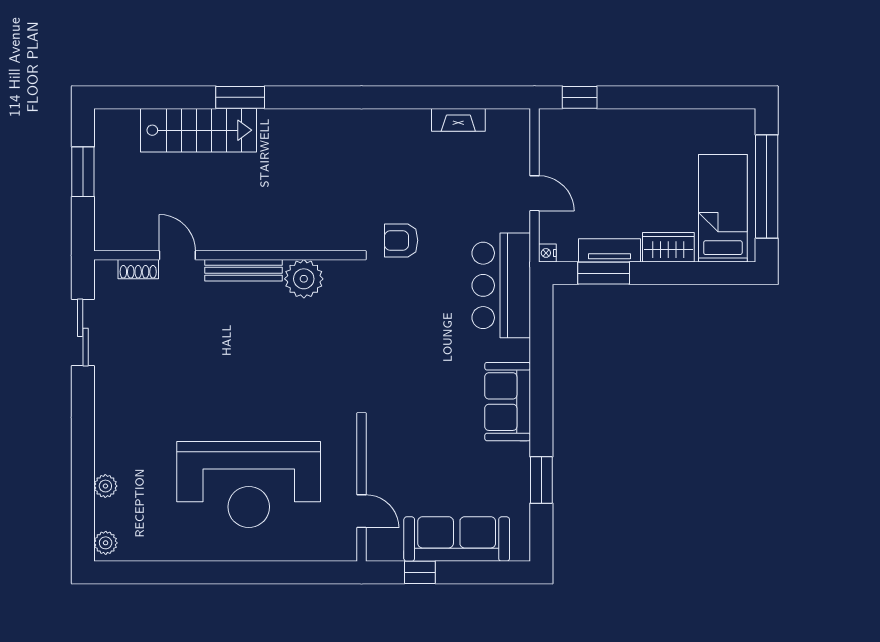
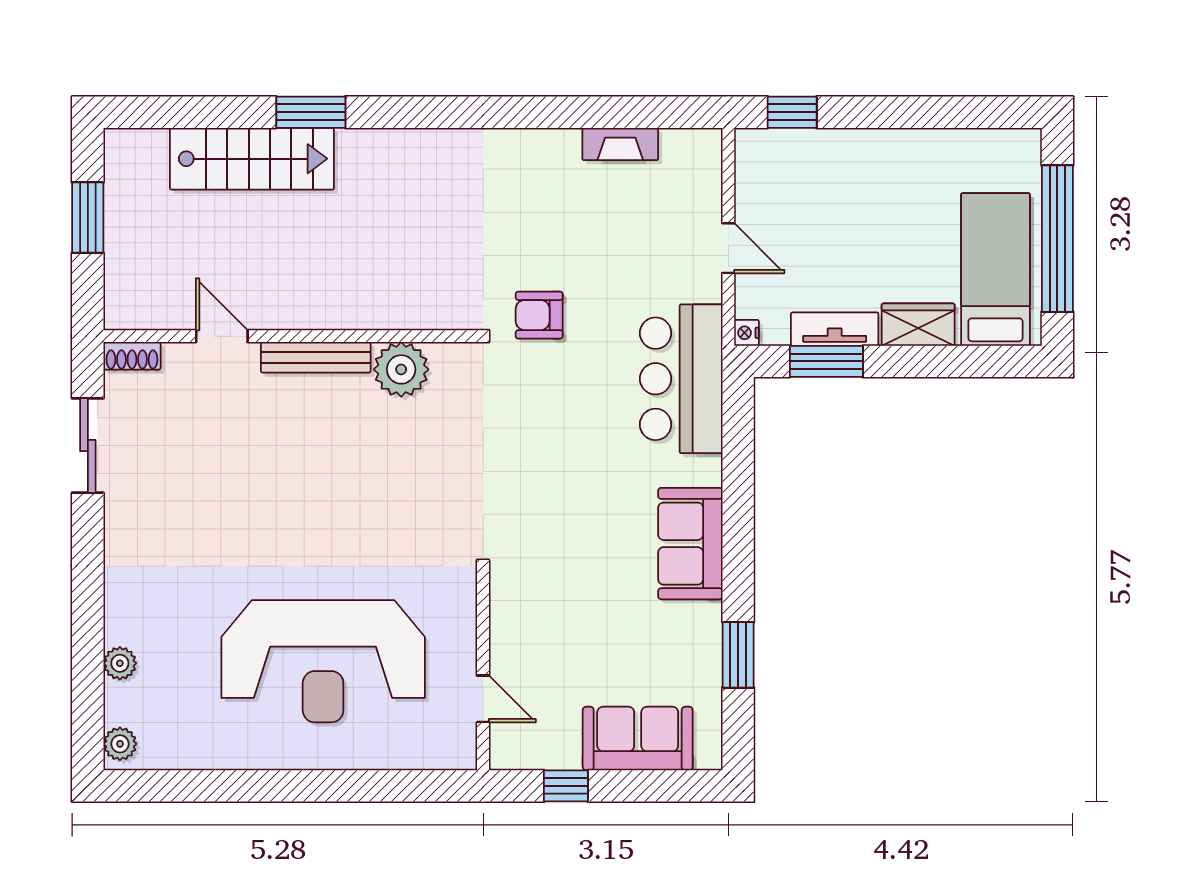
shoe rack: (138, 269) -> (132, 356), moved
sofa: (457, 539) -> (638, 739), width x0.73

